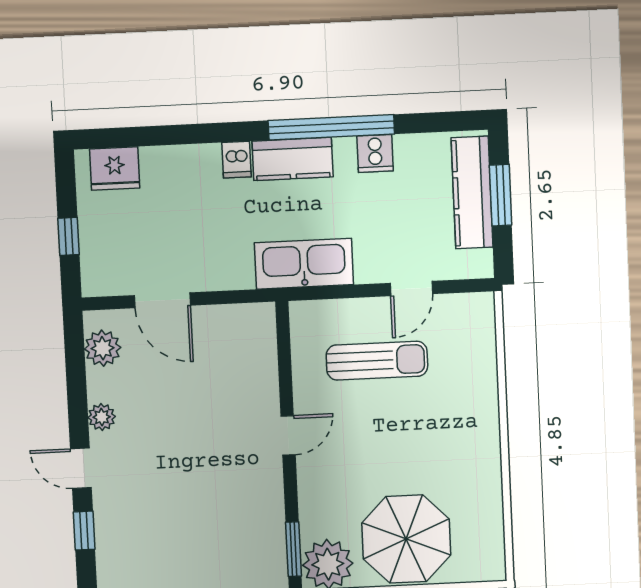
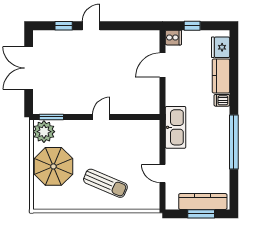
cooker: (375, 153) -> (173, 38), moved, turned 180
kitchen counter: (293, 159) -> (221, 76), moved
plant: (103, 348) -> (143, 38), removed
sun lounger: (377, 361) -> (105, 183), moved, turned -67
plant: (102, 417) -> (113, 36), removed
door: (288, 435) -> (101, 117), swing flipped

